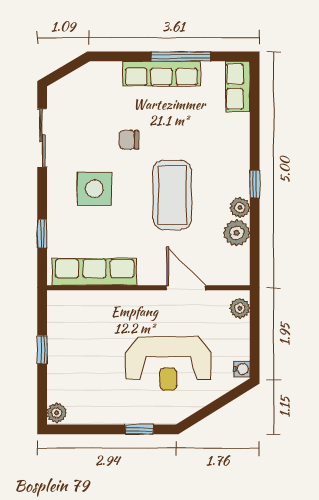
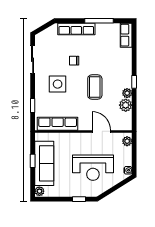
row of seats: (161, 74) -> (76, 29), moved
coffee table: (172, 195) -> (95, 87), width x0.73, depth x0.76
sofa: (67, 355) -> (44, 163), added

